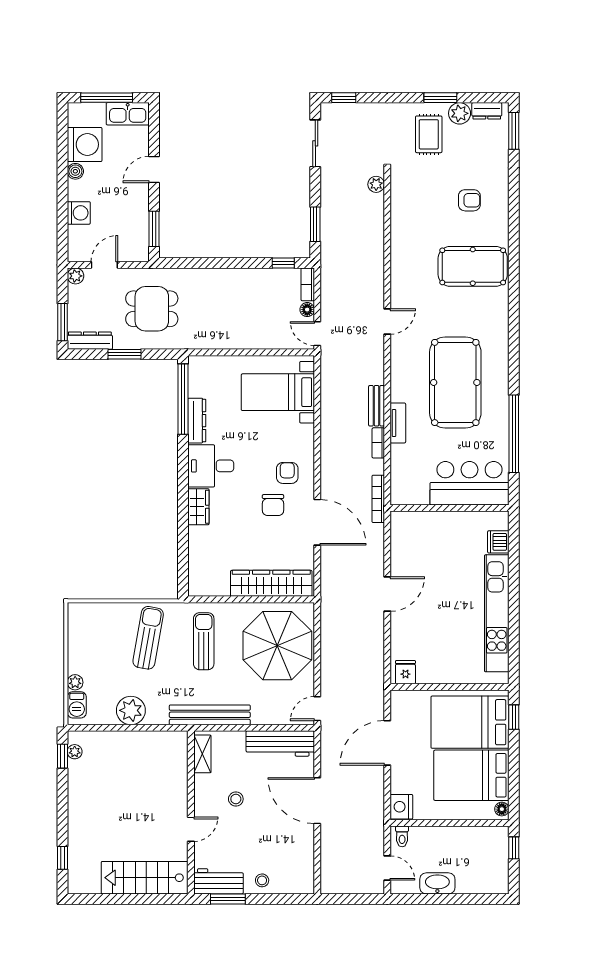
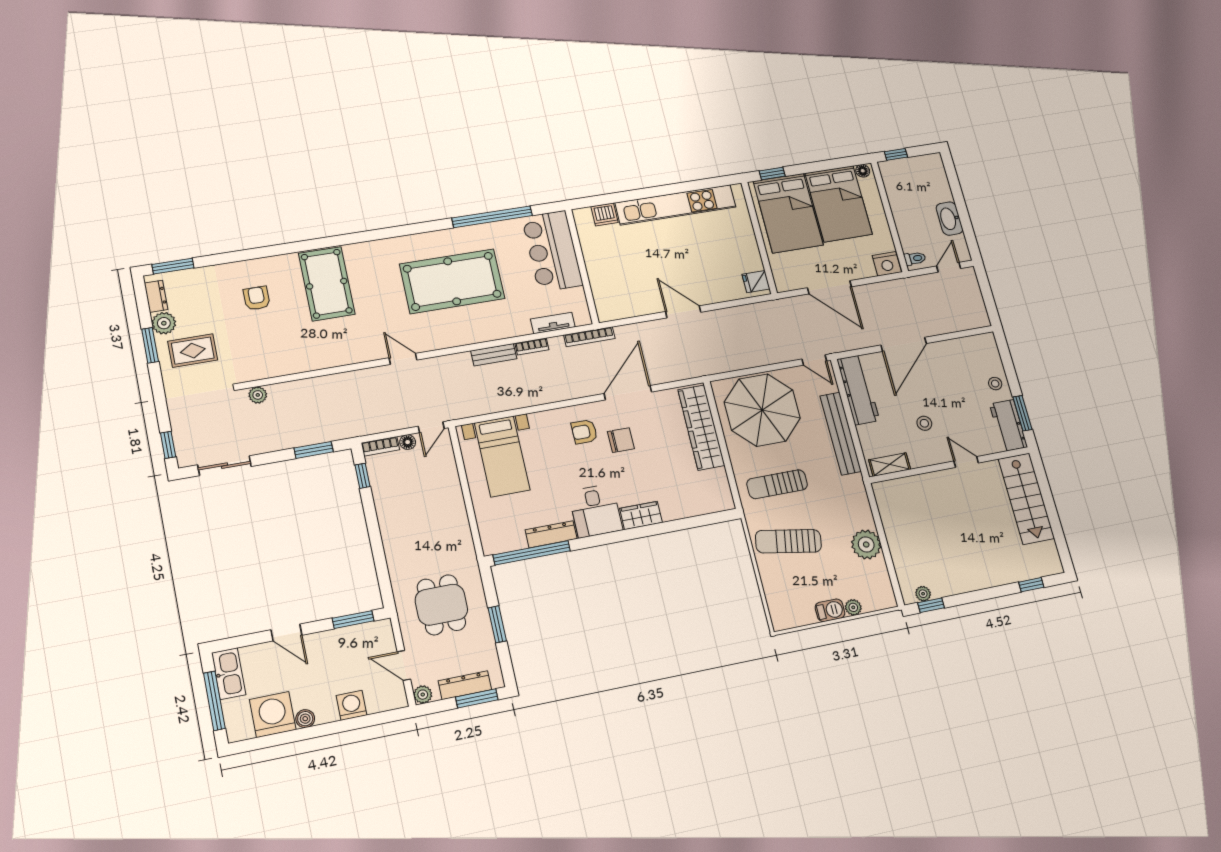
dresser: (90, 341) -> (465, 685), moved, turned 90
tv unit: (398, 423) -> (553, 323), moved
barbecue: (77, 705) -> (830, 610), moved
bench: (210, 715) -> (841, 434), moved

